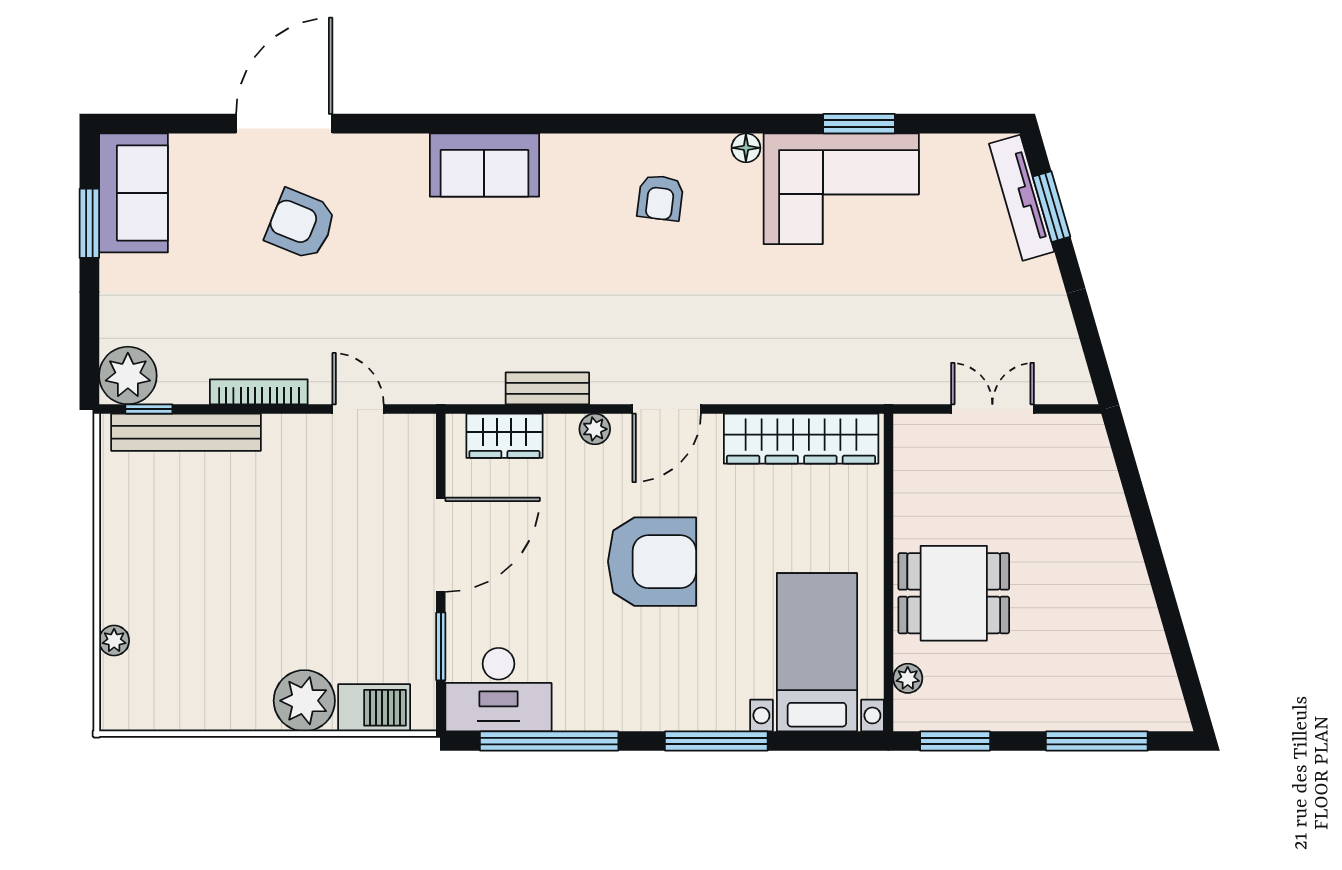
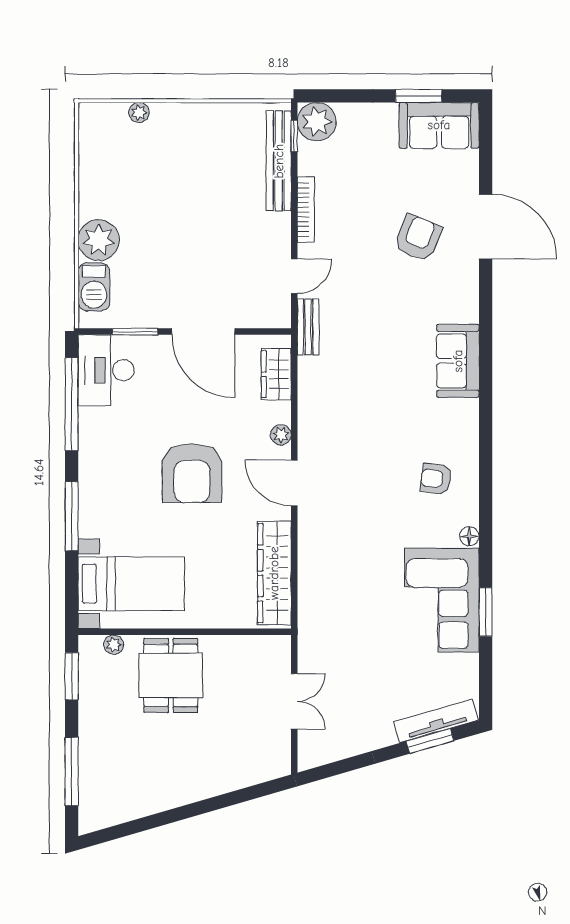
bench: (547, 388) -> (308, 327), moved

